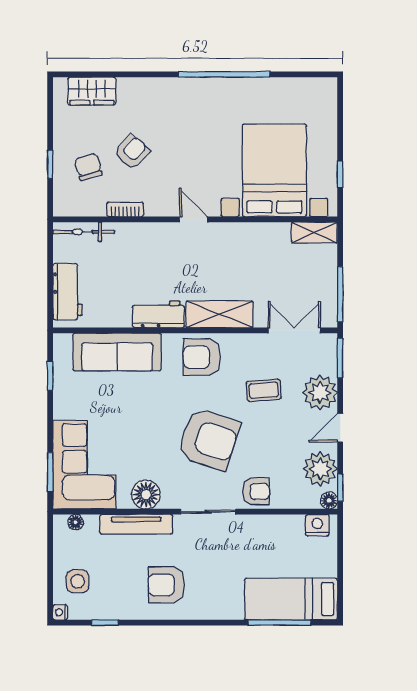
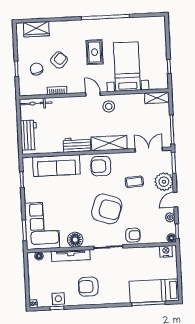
rug: (200, 140) -> (95, 52), added
bed with nightstands: (274, 170) -> (127, 67), width x0.73
stool: (222, 244) -> (109, 106), added
plant: (320, 469) -> (170, 217), width x0.53, depth x0.53
side table: (78, 581) -> (58, 299), moved

